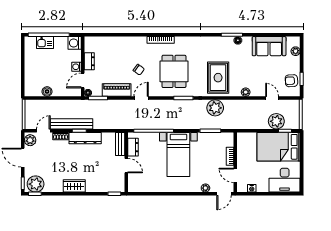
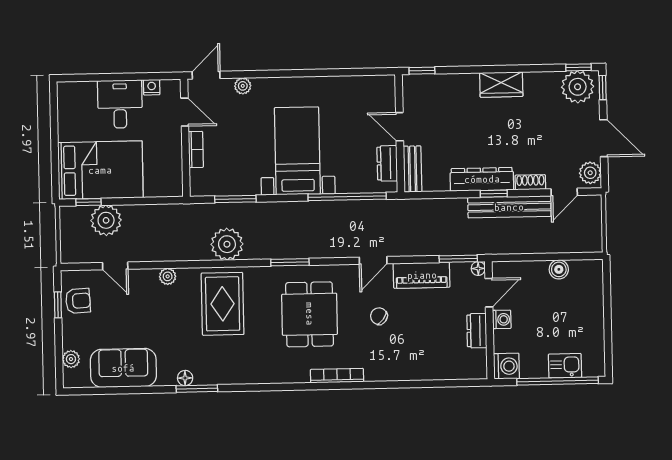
desk: (285, 180) -> (120, 104), moved, width x0.73

